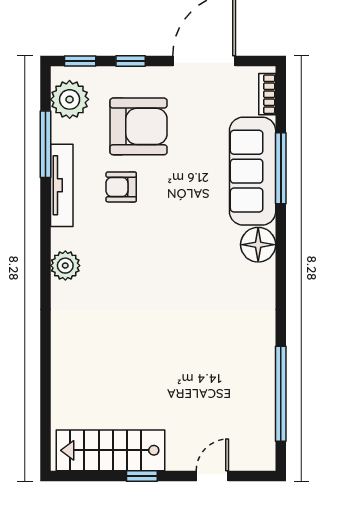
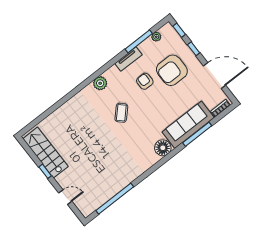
plant: (70, 99) -> (156, 37), width x0.53, depth x0.53
armchair: (138, 126) -> (172, 70), turned 90
tv unit: (62, 185) -> (128, 59), width x0.71
coffee table: (144, 269) -> (121, 113), added

